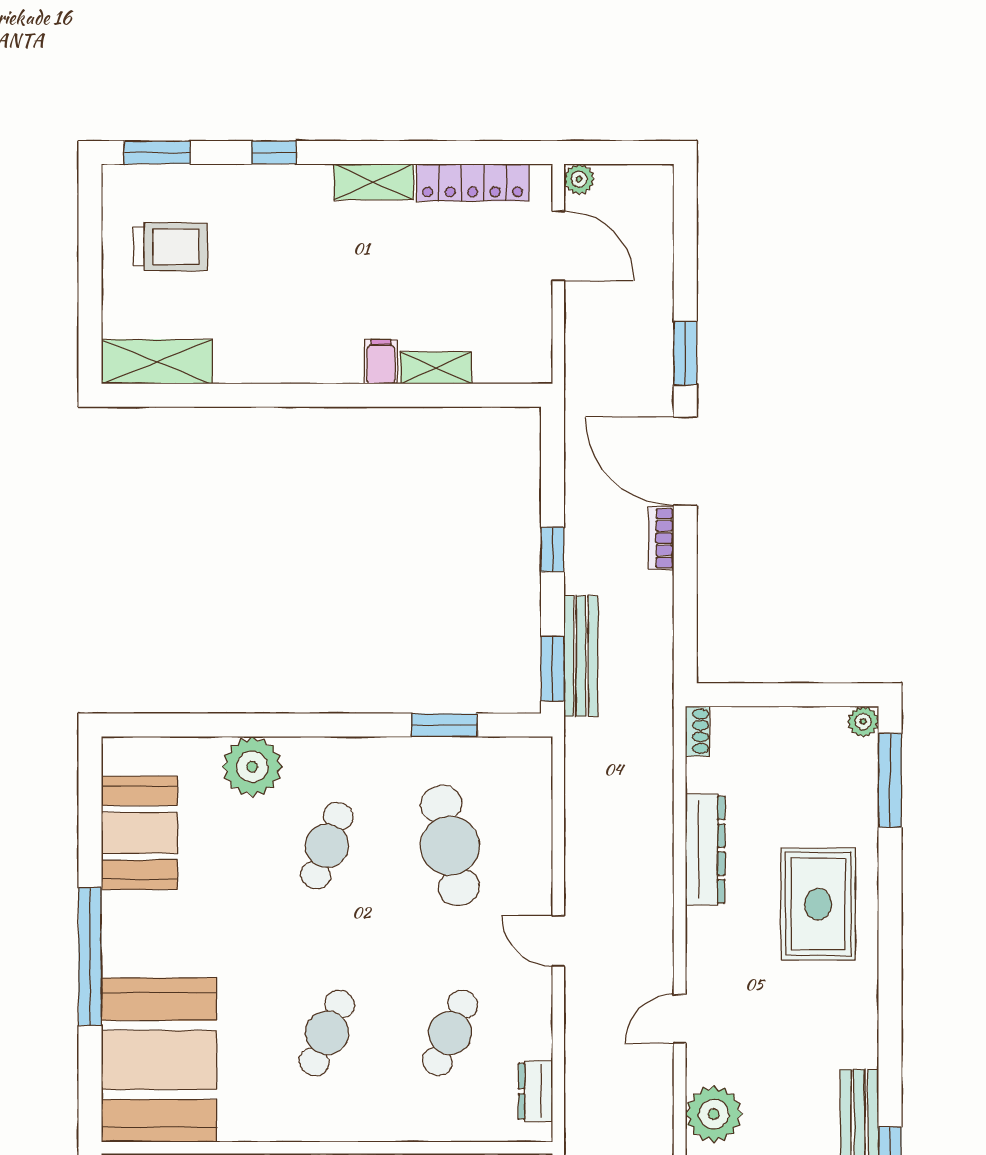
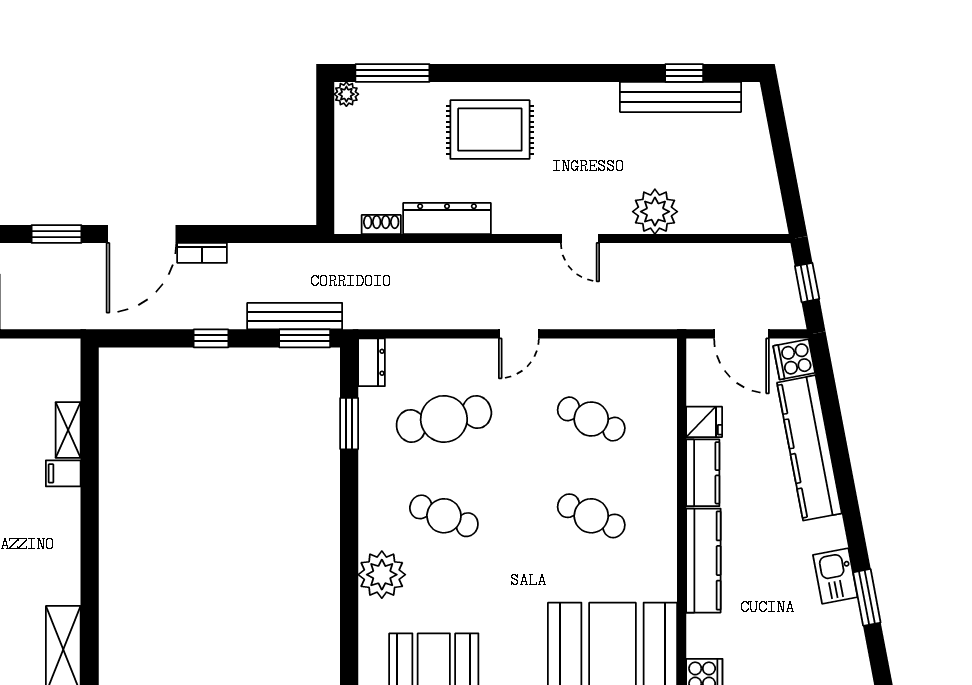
shoe rack: (697, 731) -> (381, 225), moved
dresser: (535, 1091) -> (371, 362), moved, turned -90

